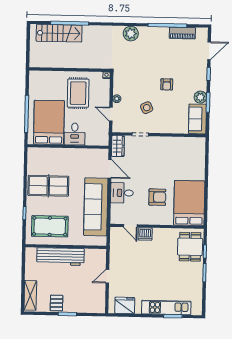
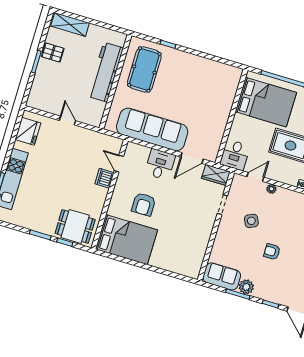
desk: (75, 134) -> (235, 155), moved, turned -90
table tennis table: (48, 186) -> (192, 81), removed
door: (130, 226) -> (119, 164), hinge flipped

